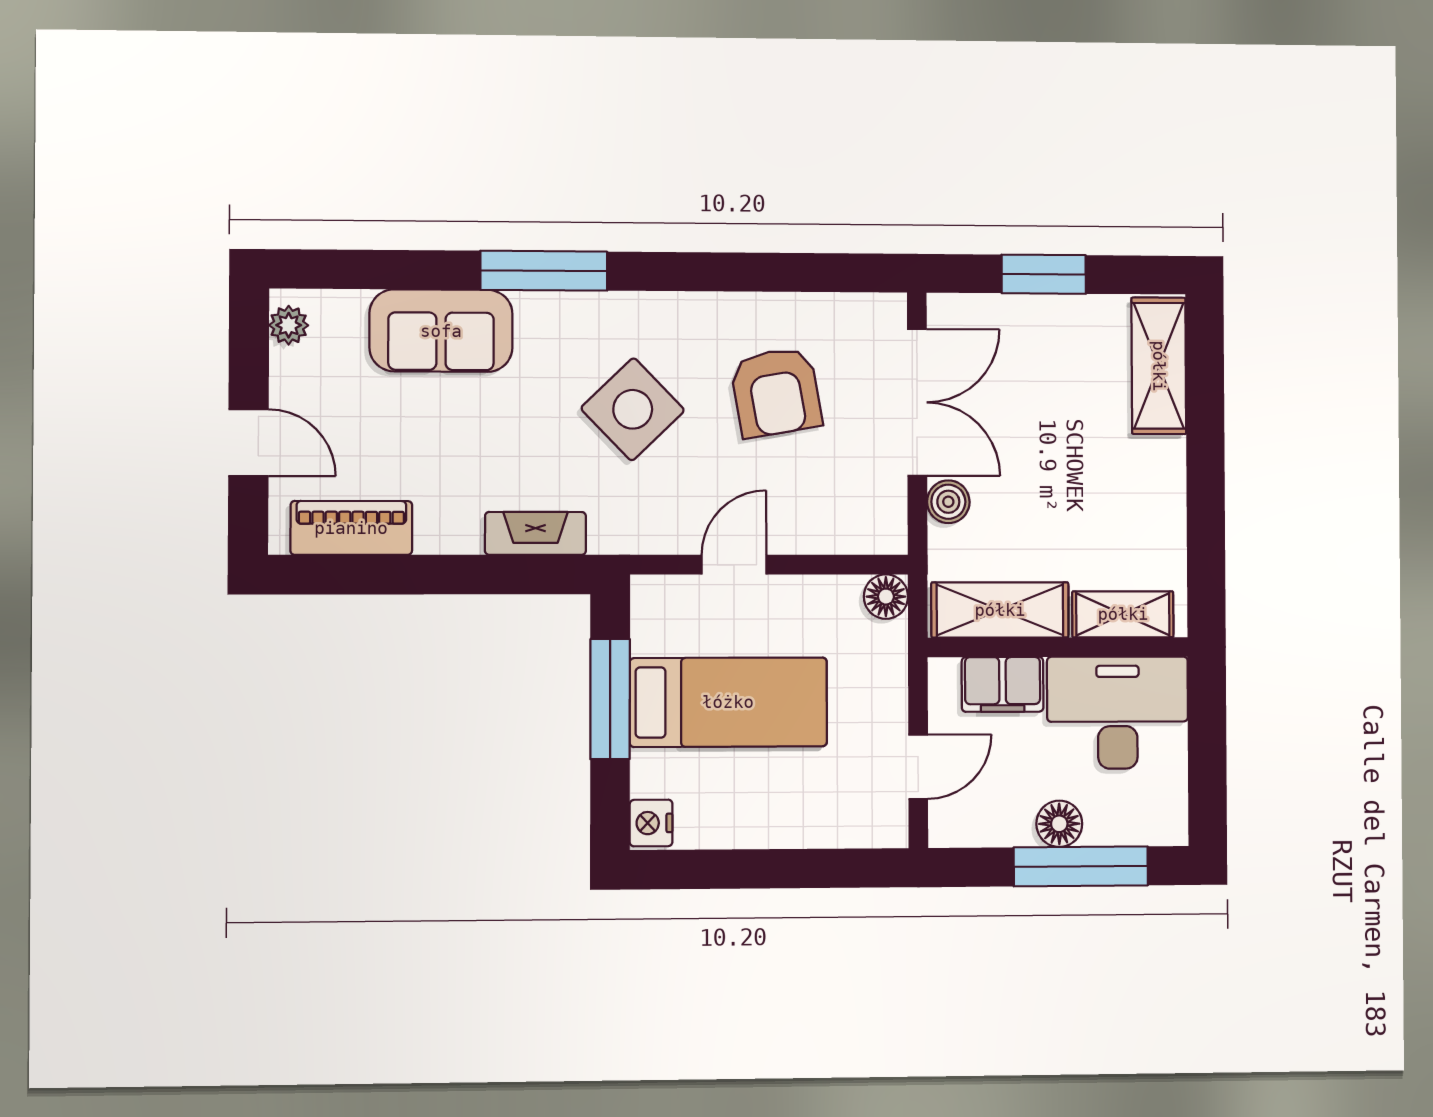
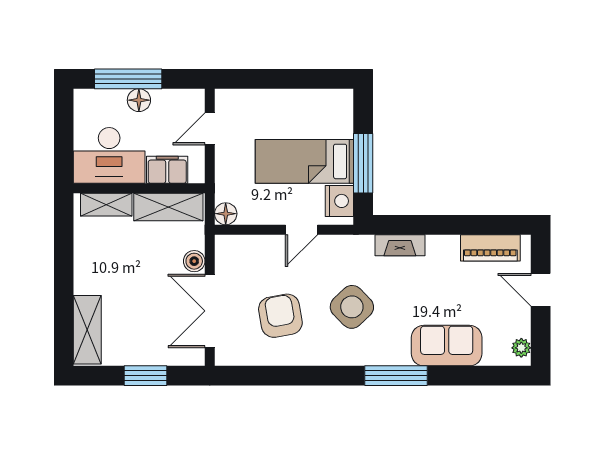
nightstand: (651, 823) -> (339, 201), moved, width x1.36, depth x1.33

